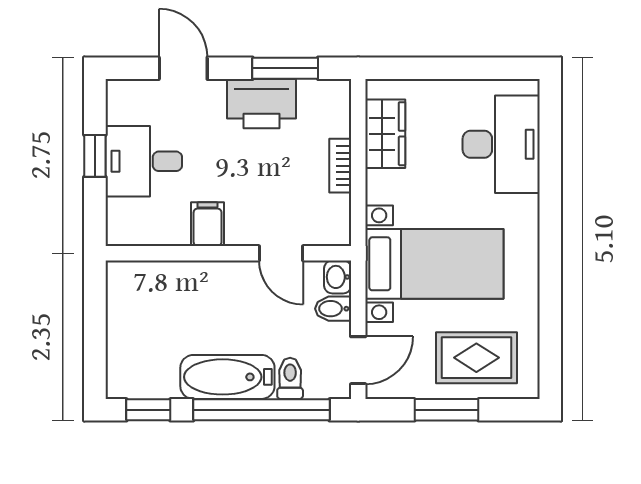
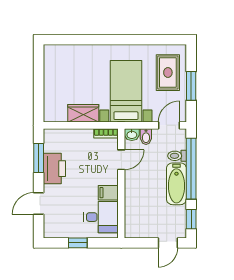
wardrobe: (385, 134) -> (83, 113), moved
desk: (501, 144) -> (73, 61), removed
desk: (144, 161) -> (101, 217), moved, turned -90
bookcase: (340, 166) -> (106, 133), moved
door: (95, 358) -> (168, 243), added
door: (358, 360) -> (169, 125), hinge flipped

